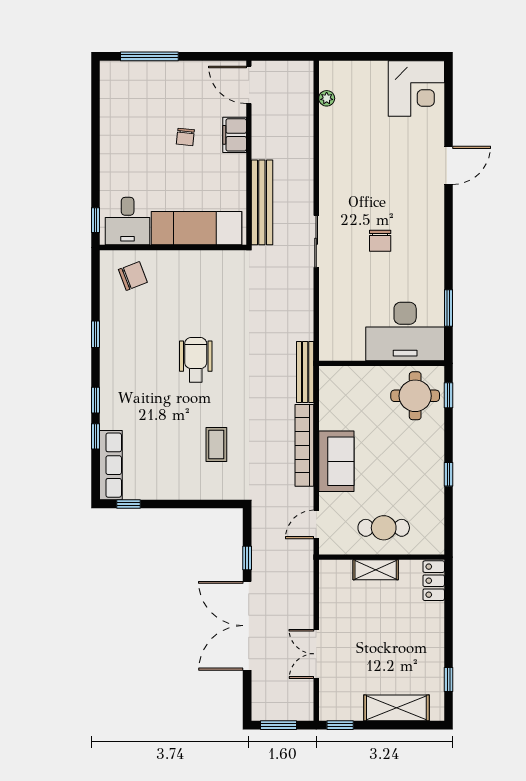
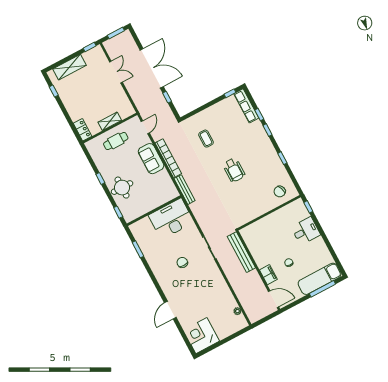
desk: (128, 221) -> (306, 231), moved, turned 90
exam couch: (197, 228) -> (320, 279), moved, turned 180
desk: (405, 331) -> (171, 219), moved
round table: (415, 396) -> (122, 188), moved

